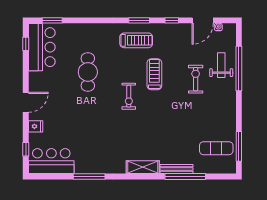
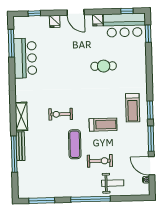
window: (172, 20) -> (151, 139), width x2.17
window: (239, 68) -> (90, 199), moved
cafe table: (88, 72) -> (104, 66), width x0.73, depth x0.74
fridge: (35, 77) -> (98, 20), added
exercise bike: (129, 96) -> (61, 114), moved
exercise mat: (216, 148) -> (75, 144), moved
bar counter: (51, 161) -> (25, 58), moved
window: (89, 176) -> (11, 43), moved

